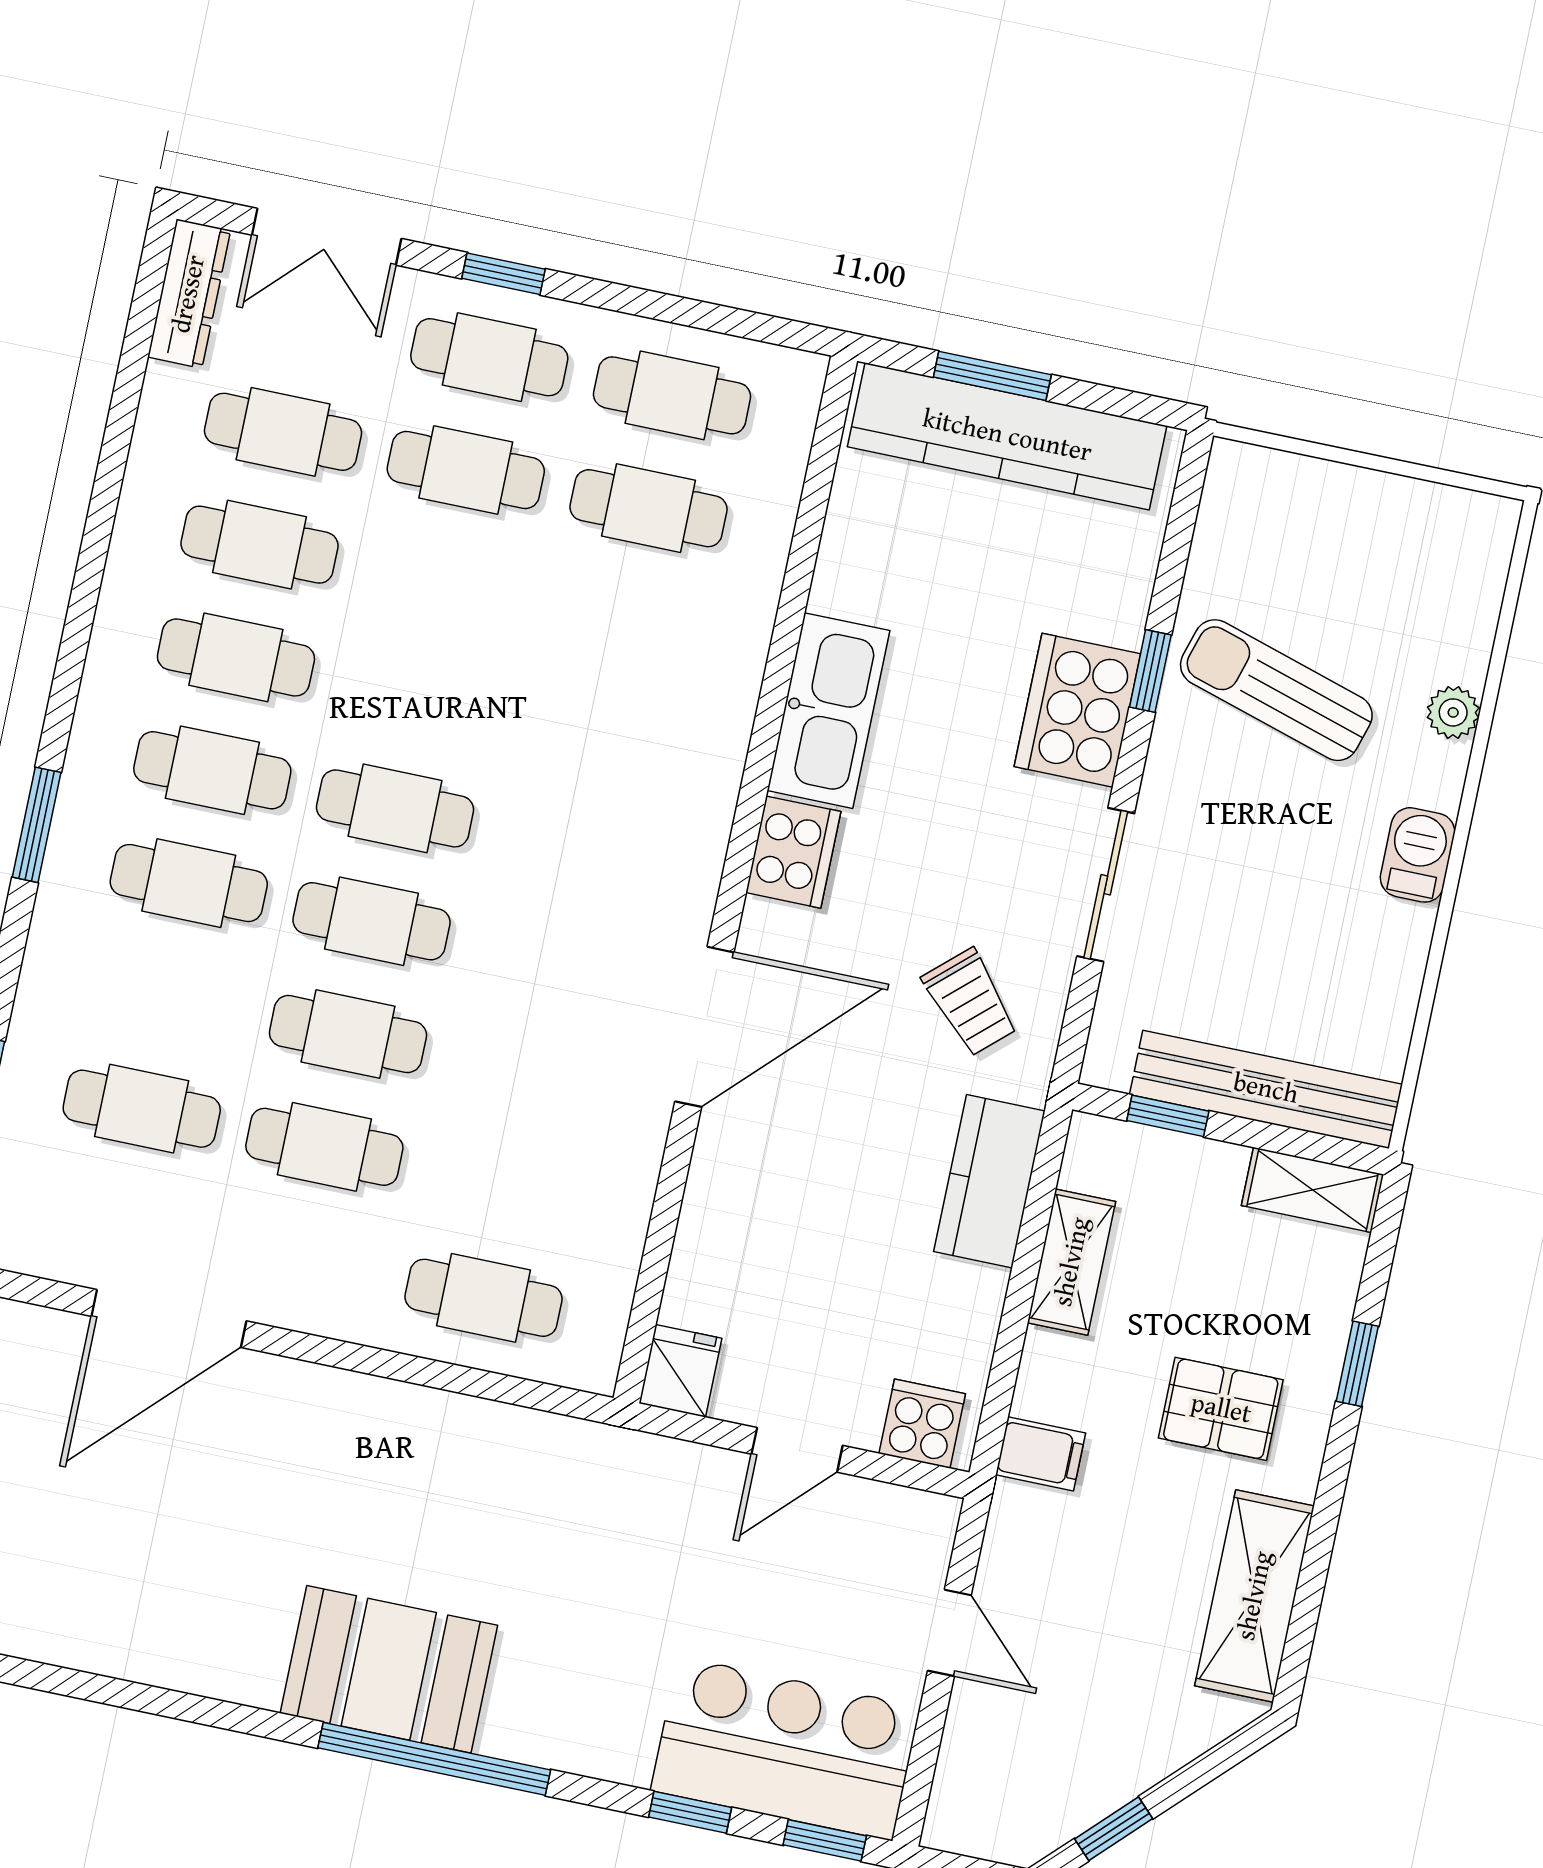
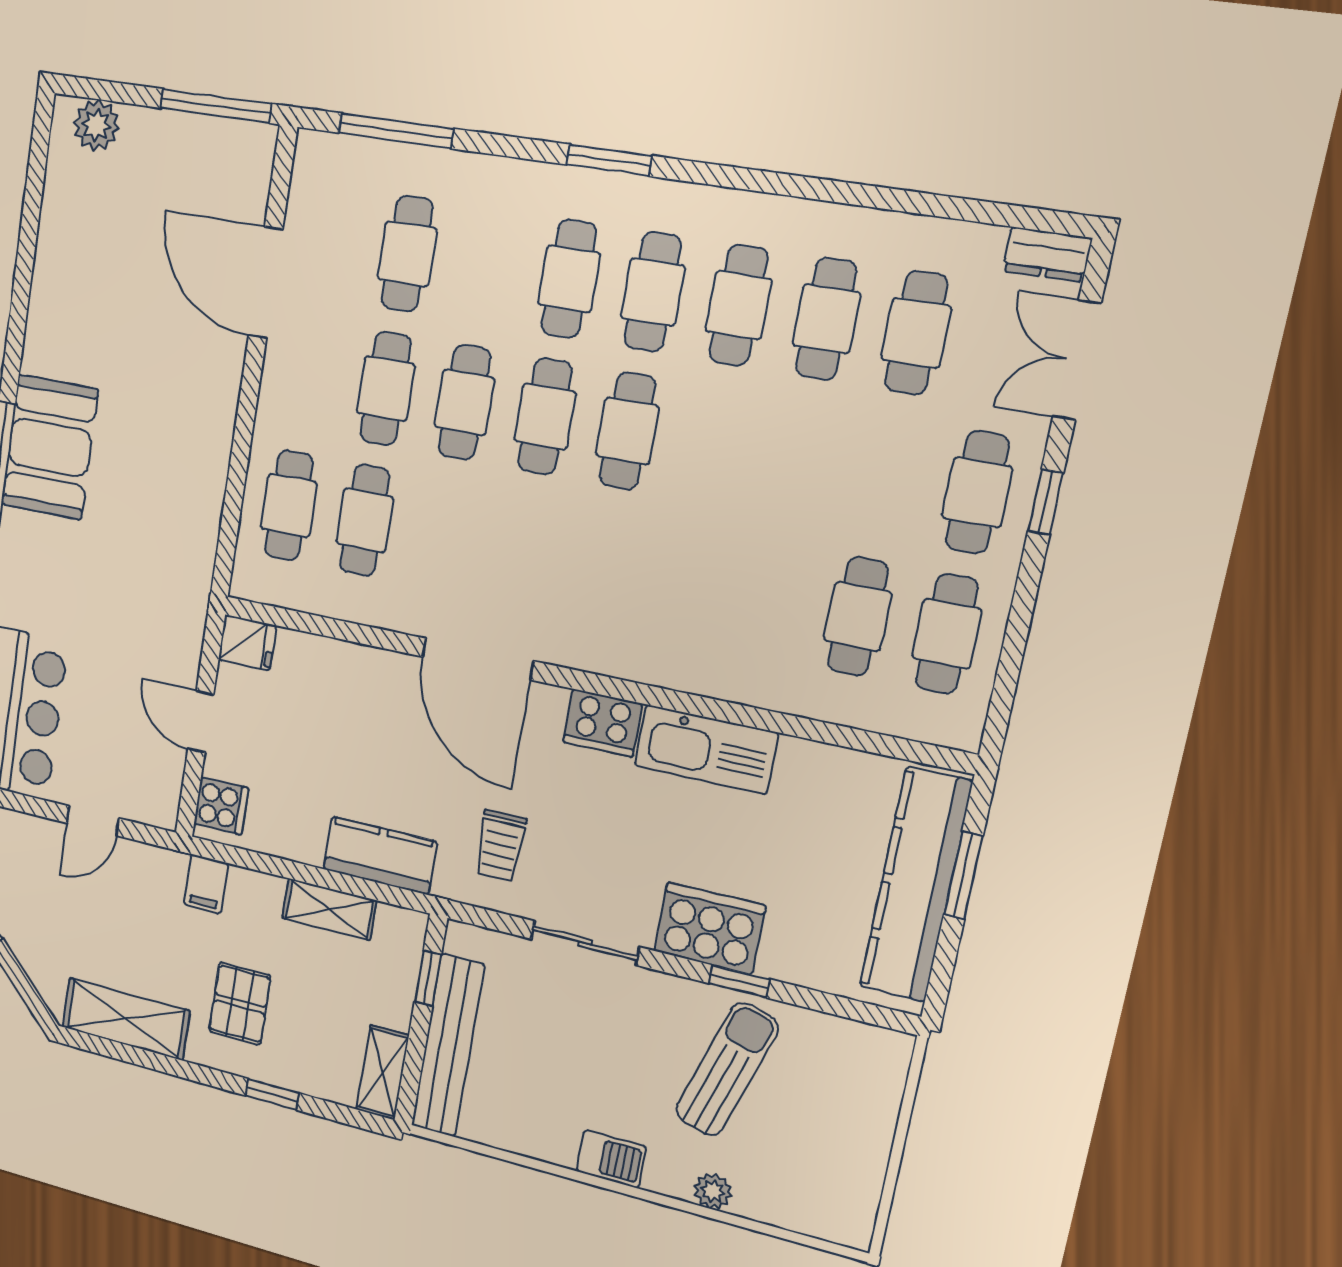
dresser: (189, 294) -> (1047, 254), width x0.70
cafe table: (466, 470) -> (365, 520), moved
trolley: (970, 1002) -> (500, 846), turned -48

